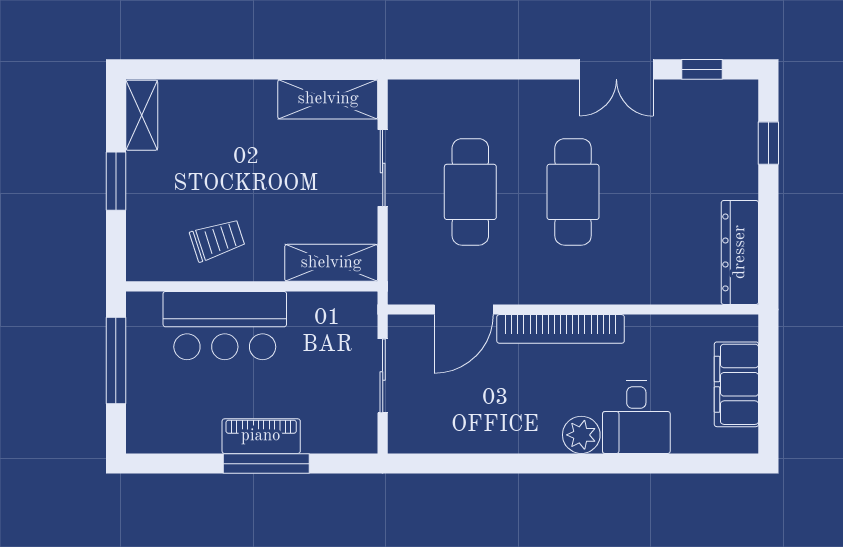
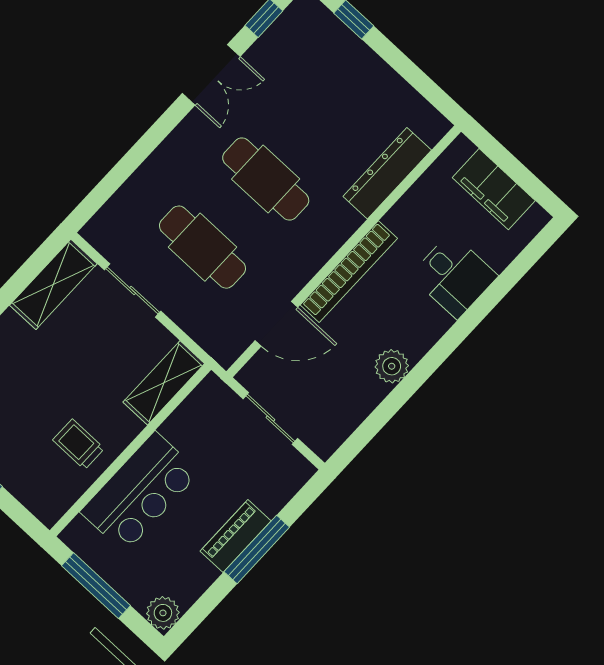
trolley: (217, 240) -> (78, 444), turned -72
dresser: (740, 252) -> (387, 173), moved, turned 90
door: (464, 310) -> (276, 324), hinge flipped
plant: (144, 435) -> (163, 613), added
plant: (581, 435) -> (392, 366), moved

